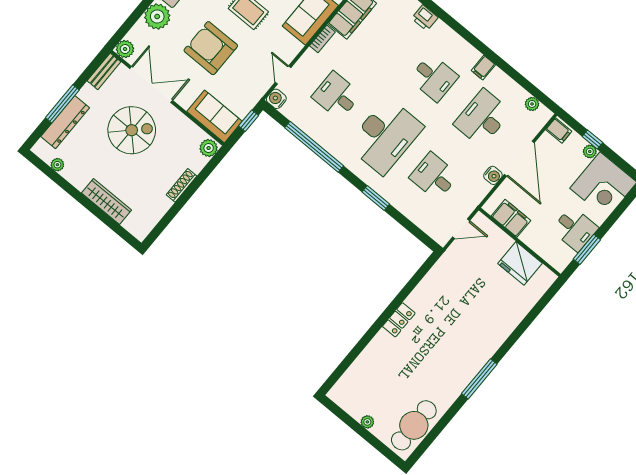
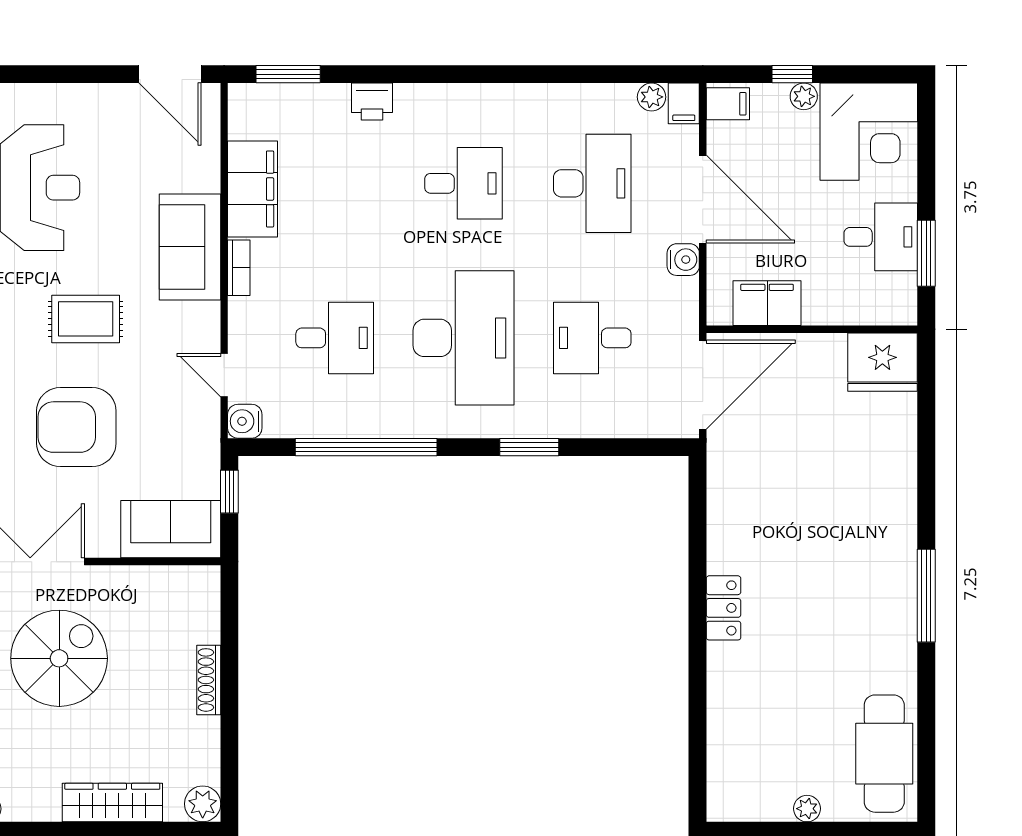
filing cabinet: (483, 68) -> (684, 103), moved
desk: (337, 96) -> (335, 338), turned 180
desk: (482, 118) -> (592, 183), turned 180
plant: (209, 148) -> (203, 804), moved
door: (461, 229) -> (703, 385), width x1.87
fridge: (520, 263) -> (882, 362), moved

